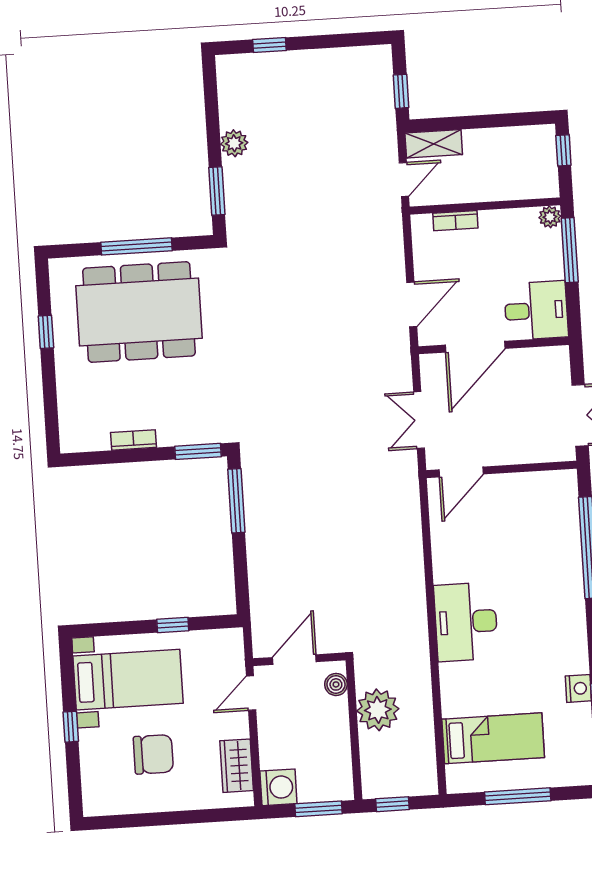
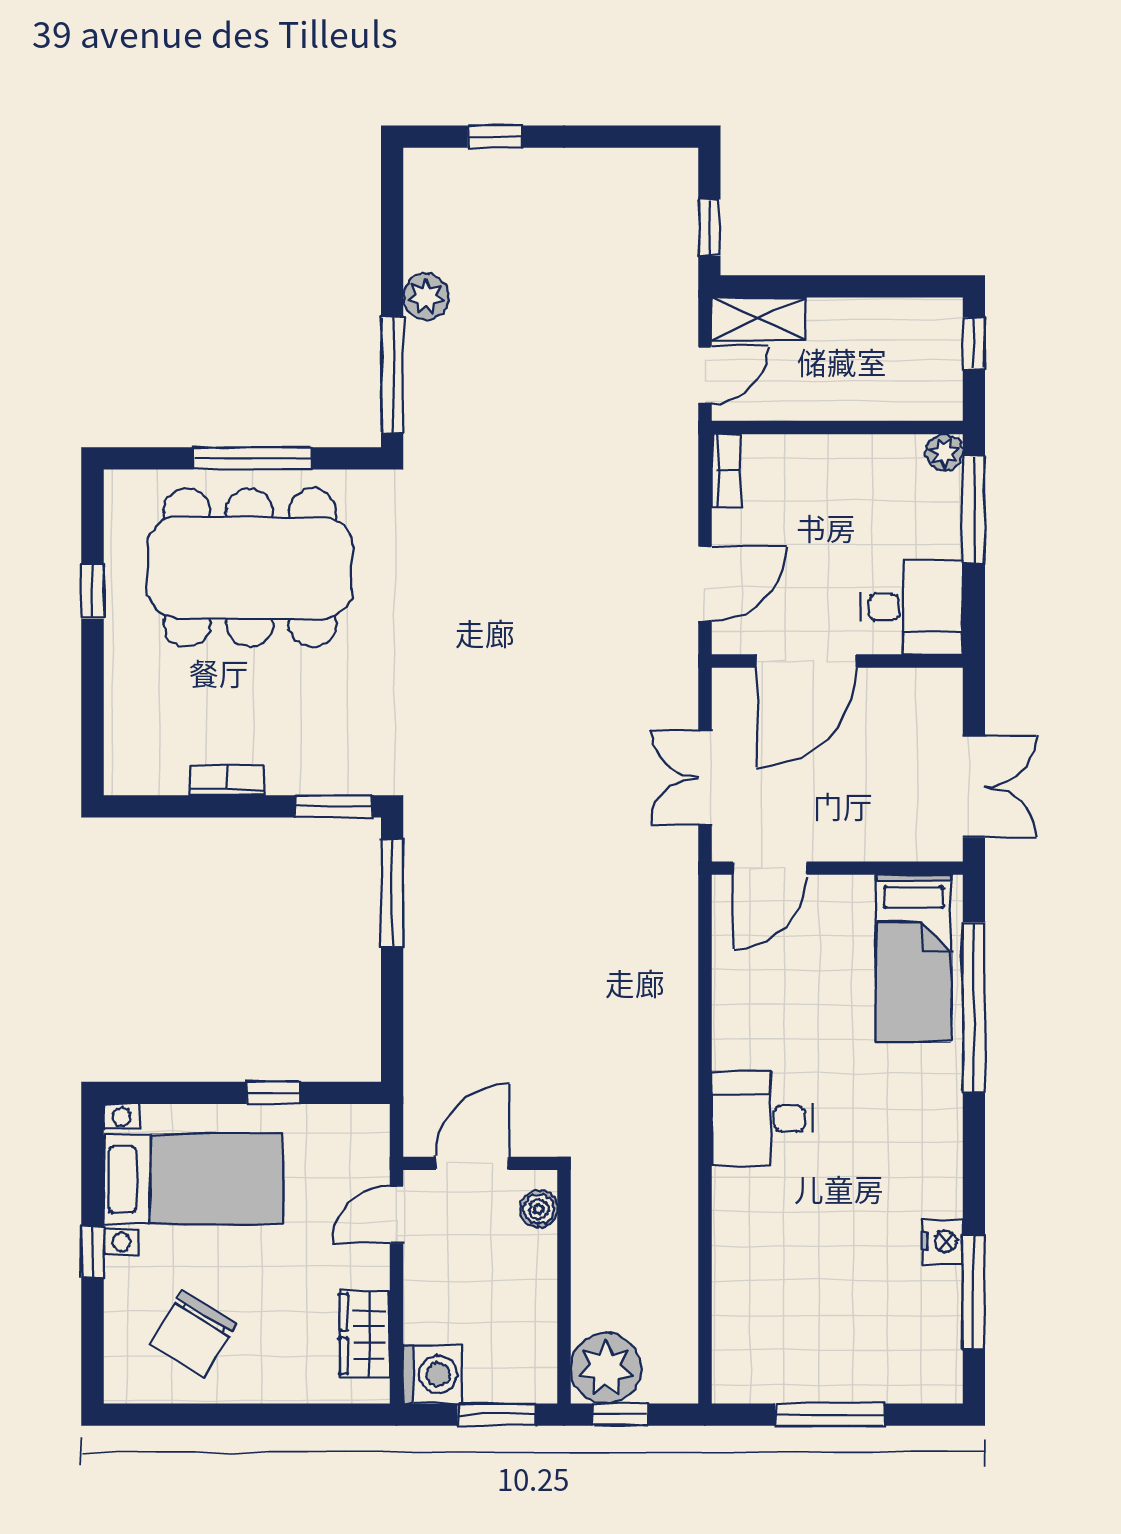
window: (217, 191) -> (392, 374), width x1.44
bookcase: (455, 221) -> (726, 471), moved, turned -90
desk: (466, 622) -> (762, 1118), width x0.73
plant: (378, 710) -> (606, 1368), moved
bed: (493, 738) -> (914, 958), moved, turned 90
chair: (153, 754) -> (193, 1334), moved, turned 122

